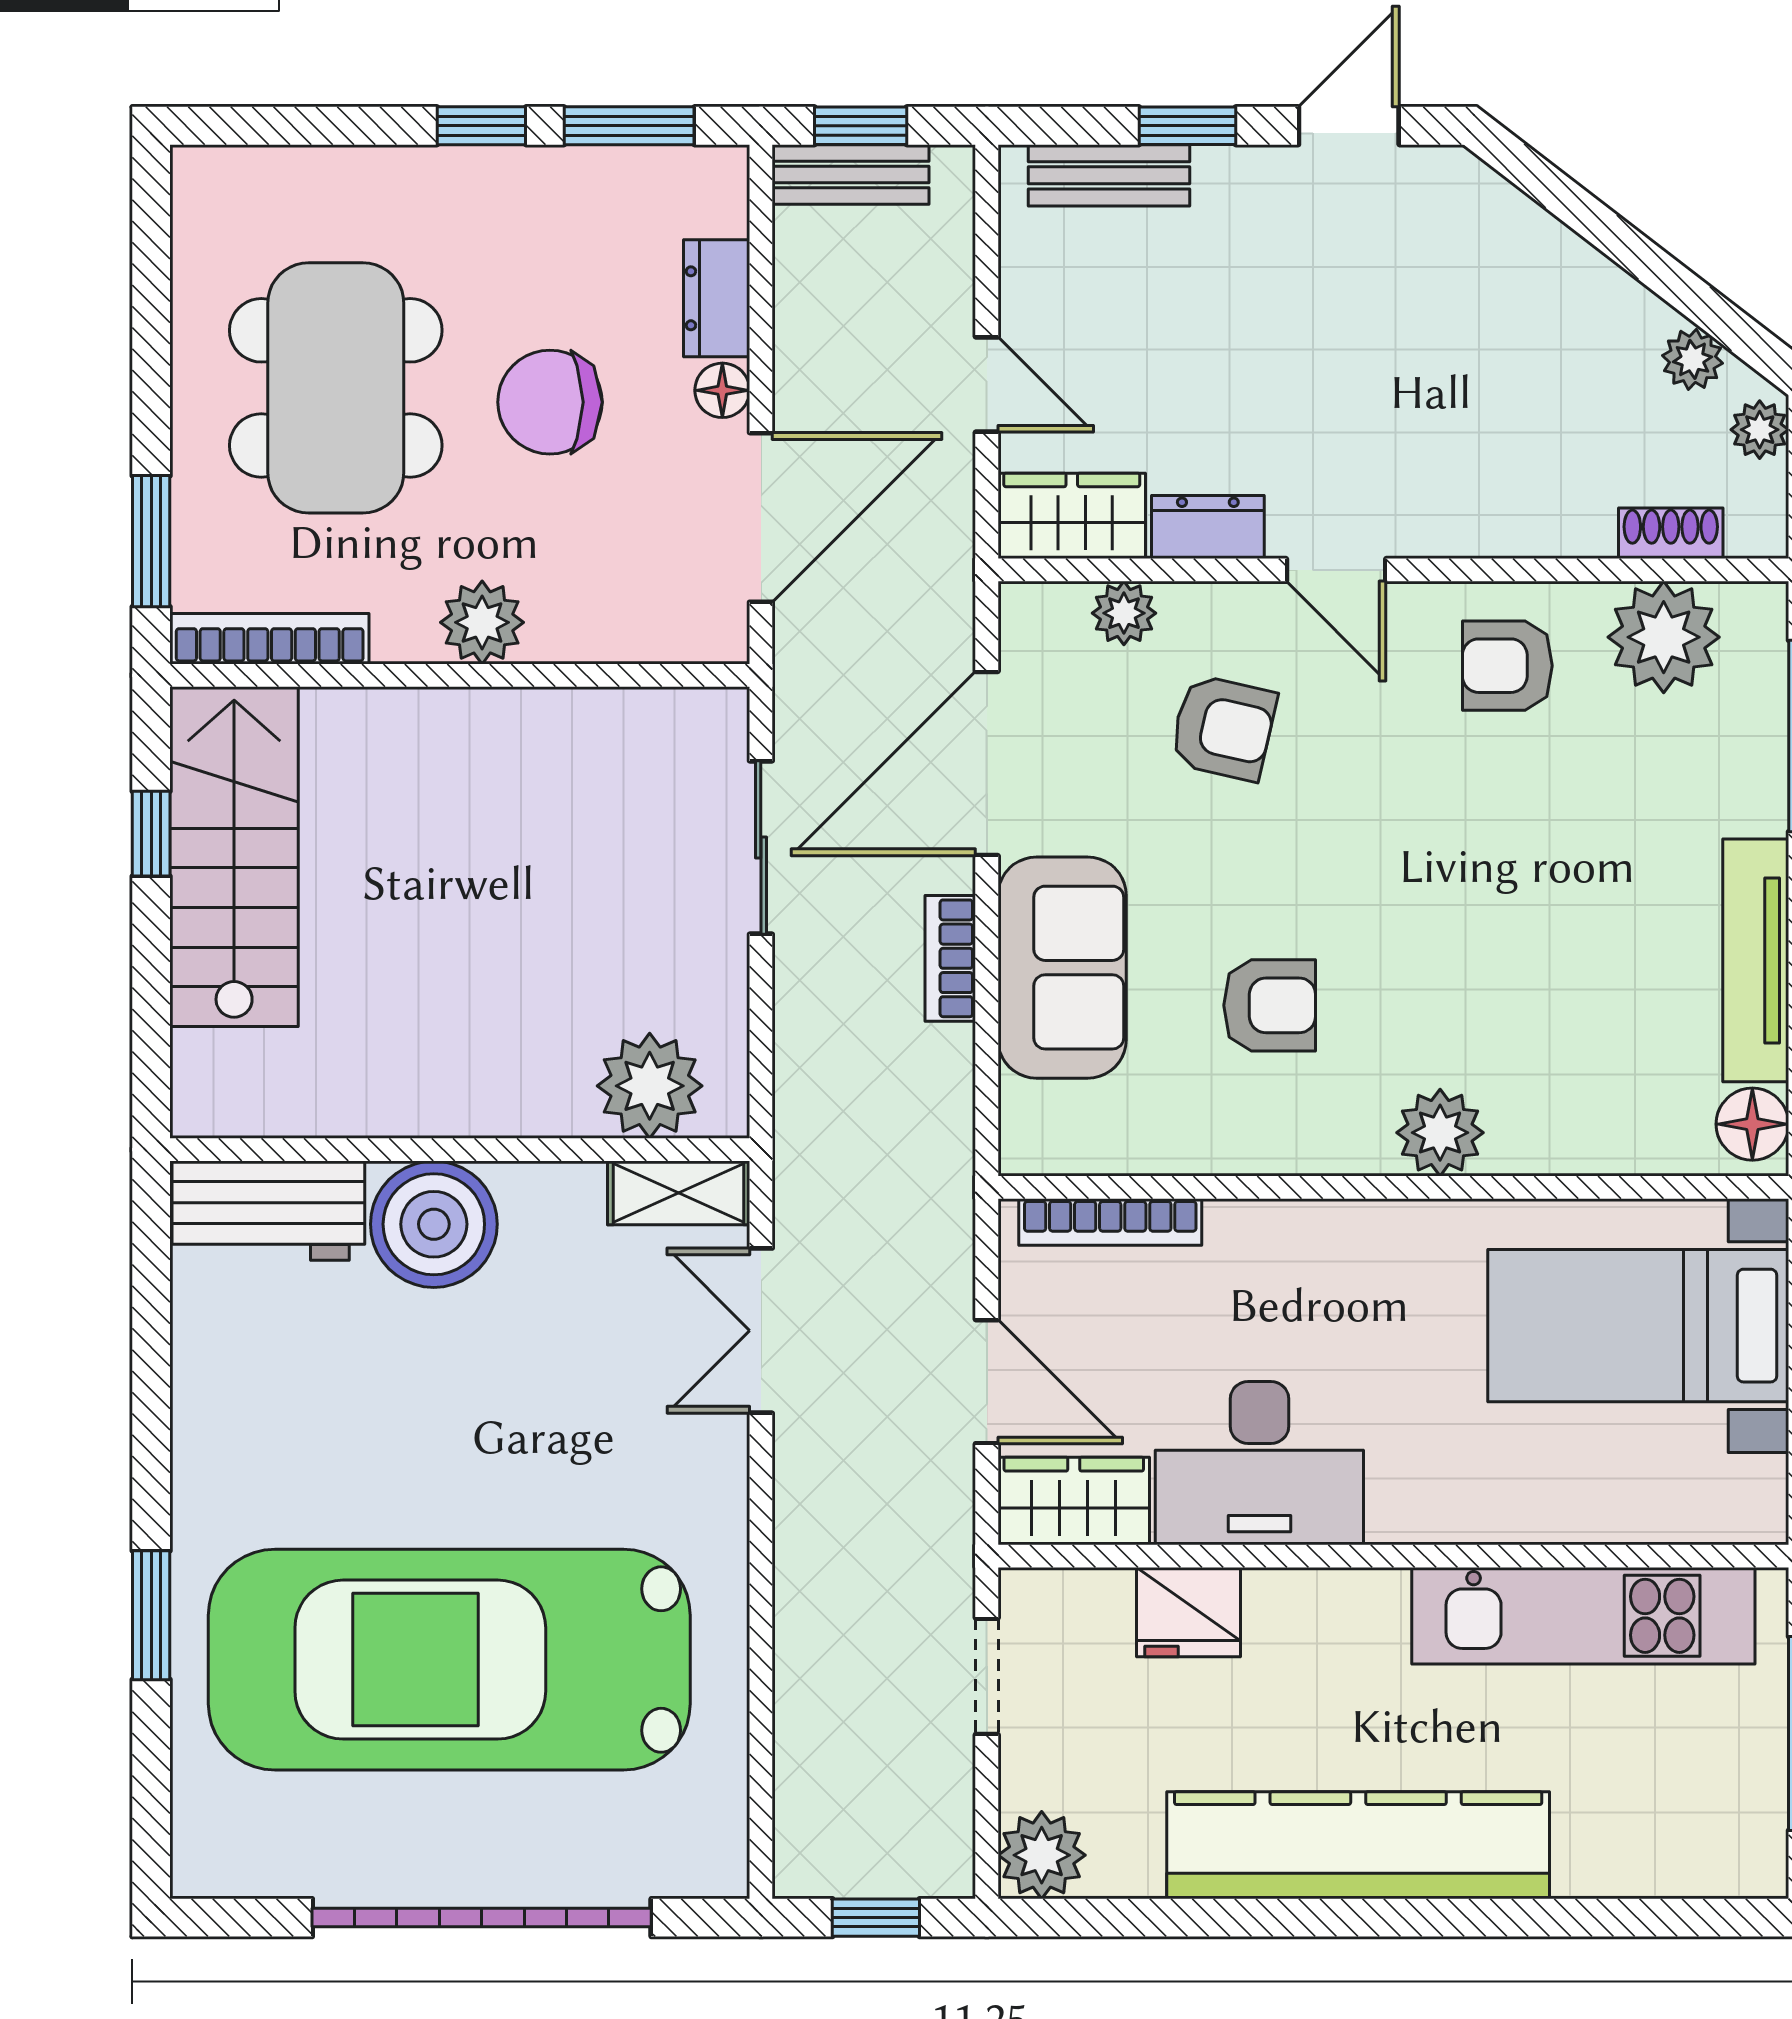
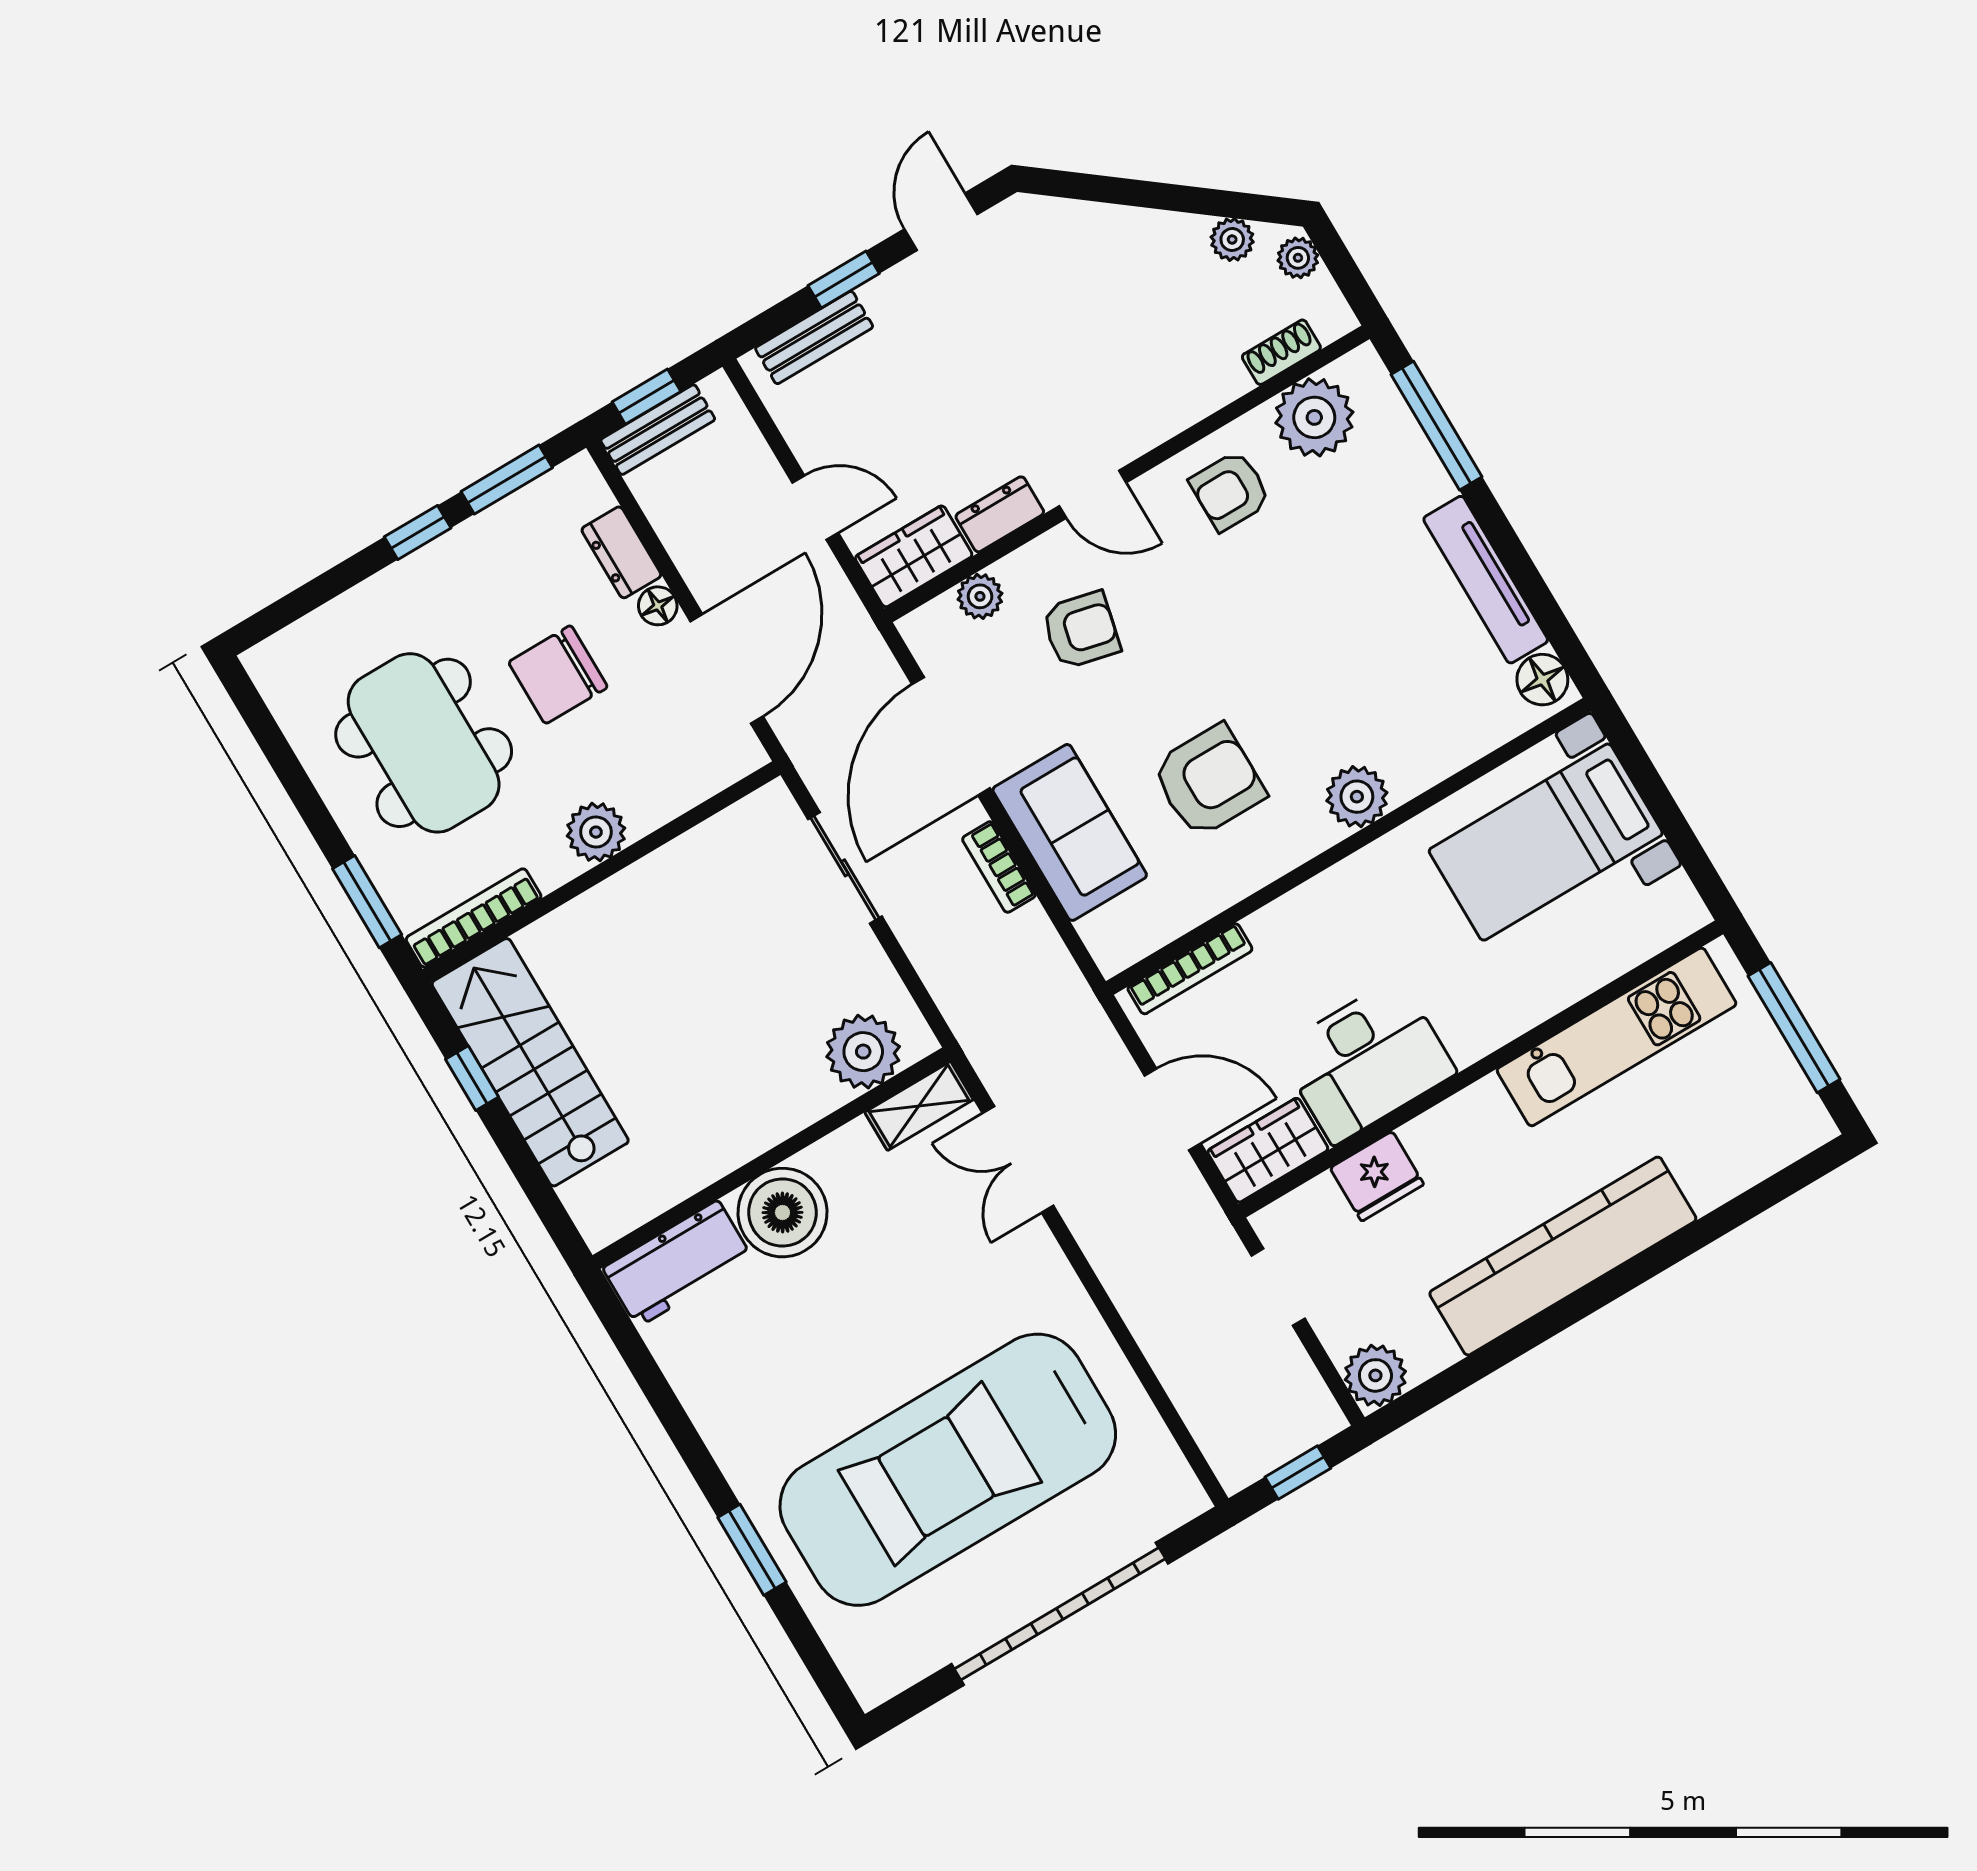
armchair: (1270, 1005) -> (1208, 781), width x1.38, depth x1.38

